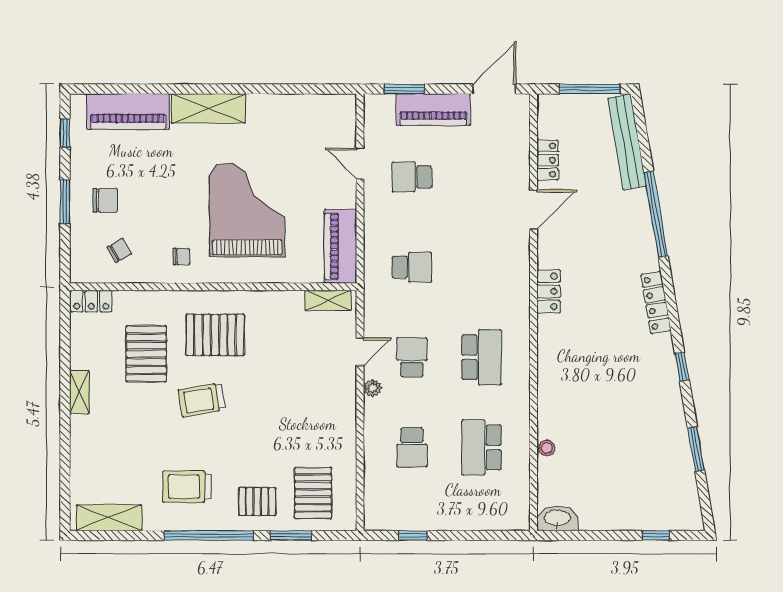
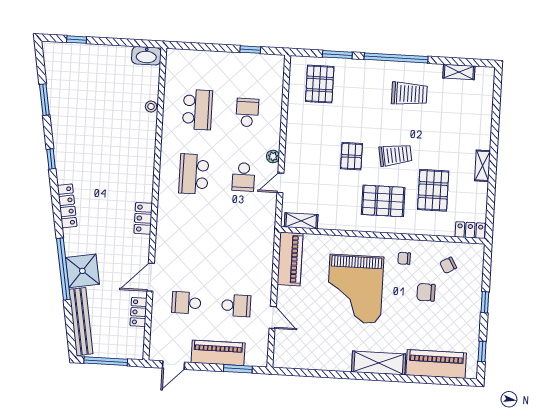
door: (494, 89) -> (174, 365), width x0.73
chair: (105, 200) -> (426, 292), moved
window: (65, 202) -> (485, 302), width x0.67
shower: (629, 213) -> (82, 271), added
school desk: (412, 267) -> (186, 303), moved
pallet: (257, 502) -> (351, 156), moved, turned 90
shelving: (109, 518) -> (459, 72), width x0.67, depth x0.75

